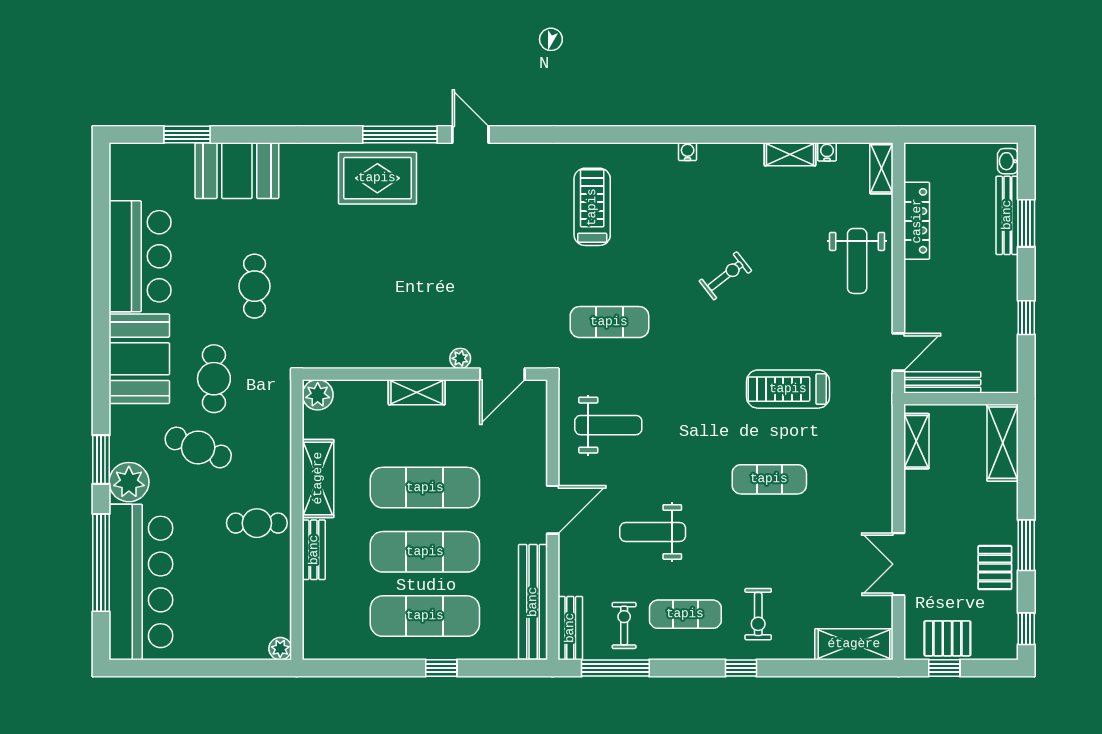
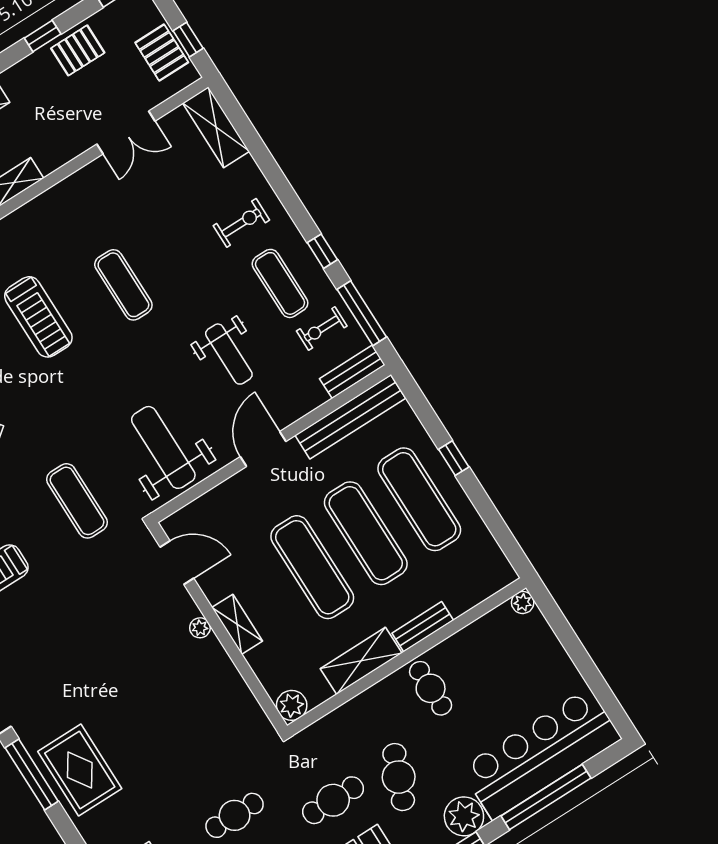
plant: (460, 358) -> (200, 628), moved
weight bench: (608, 425) -> (163, 447), width x1.36, depth x1.33
door: (553, 510) -> (263, 449), hinge flipped
window: (1026, 545) -> (43, 36), width x0.67
window: (741, 668) -> (322, 251), moved

